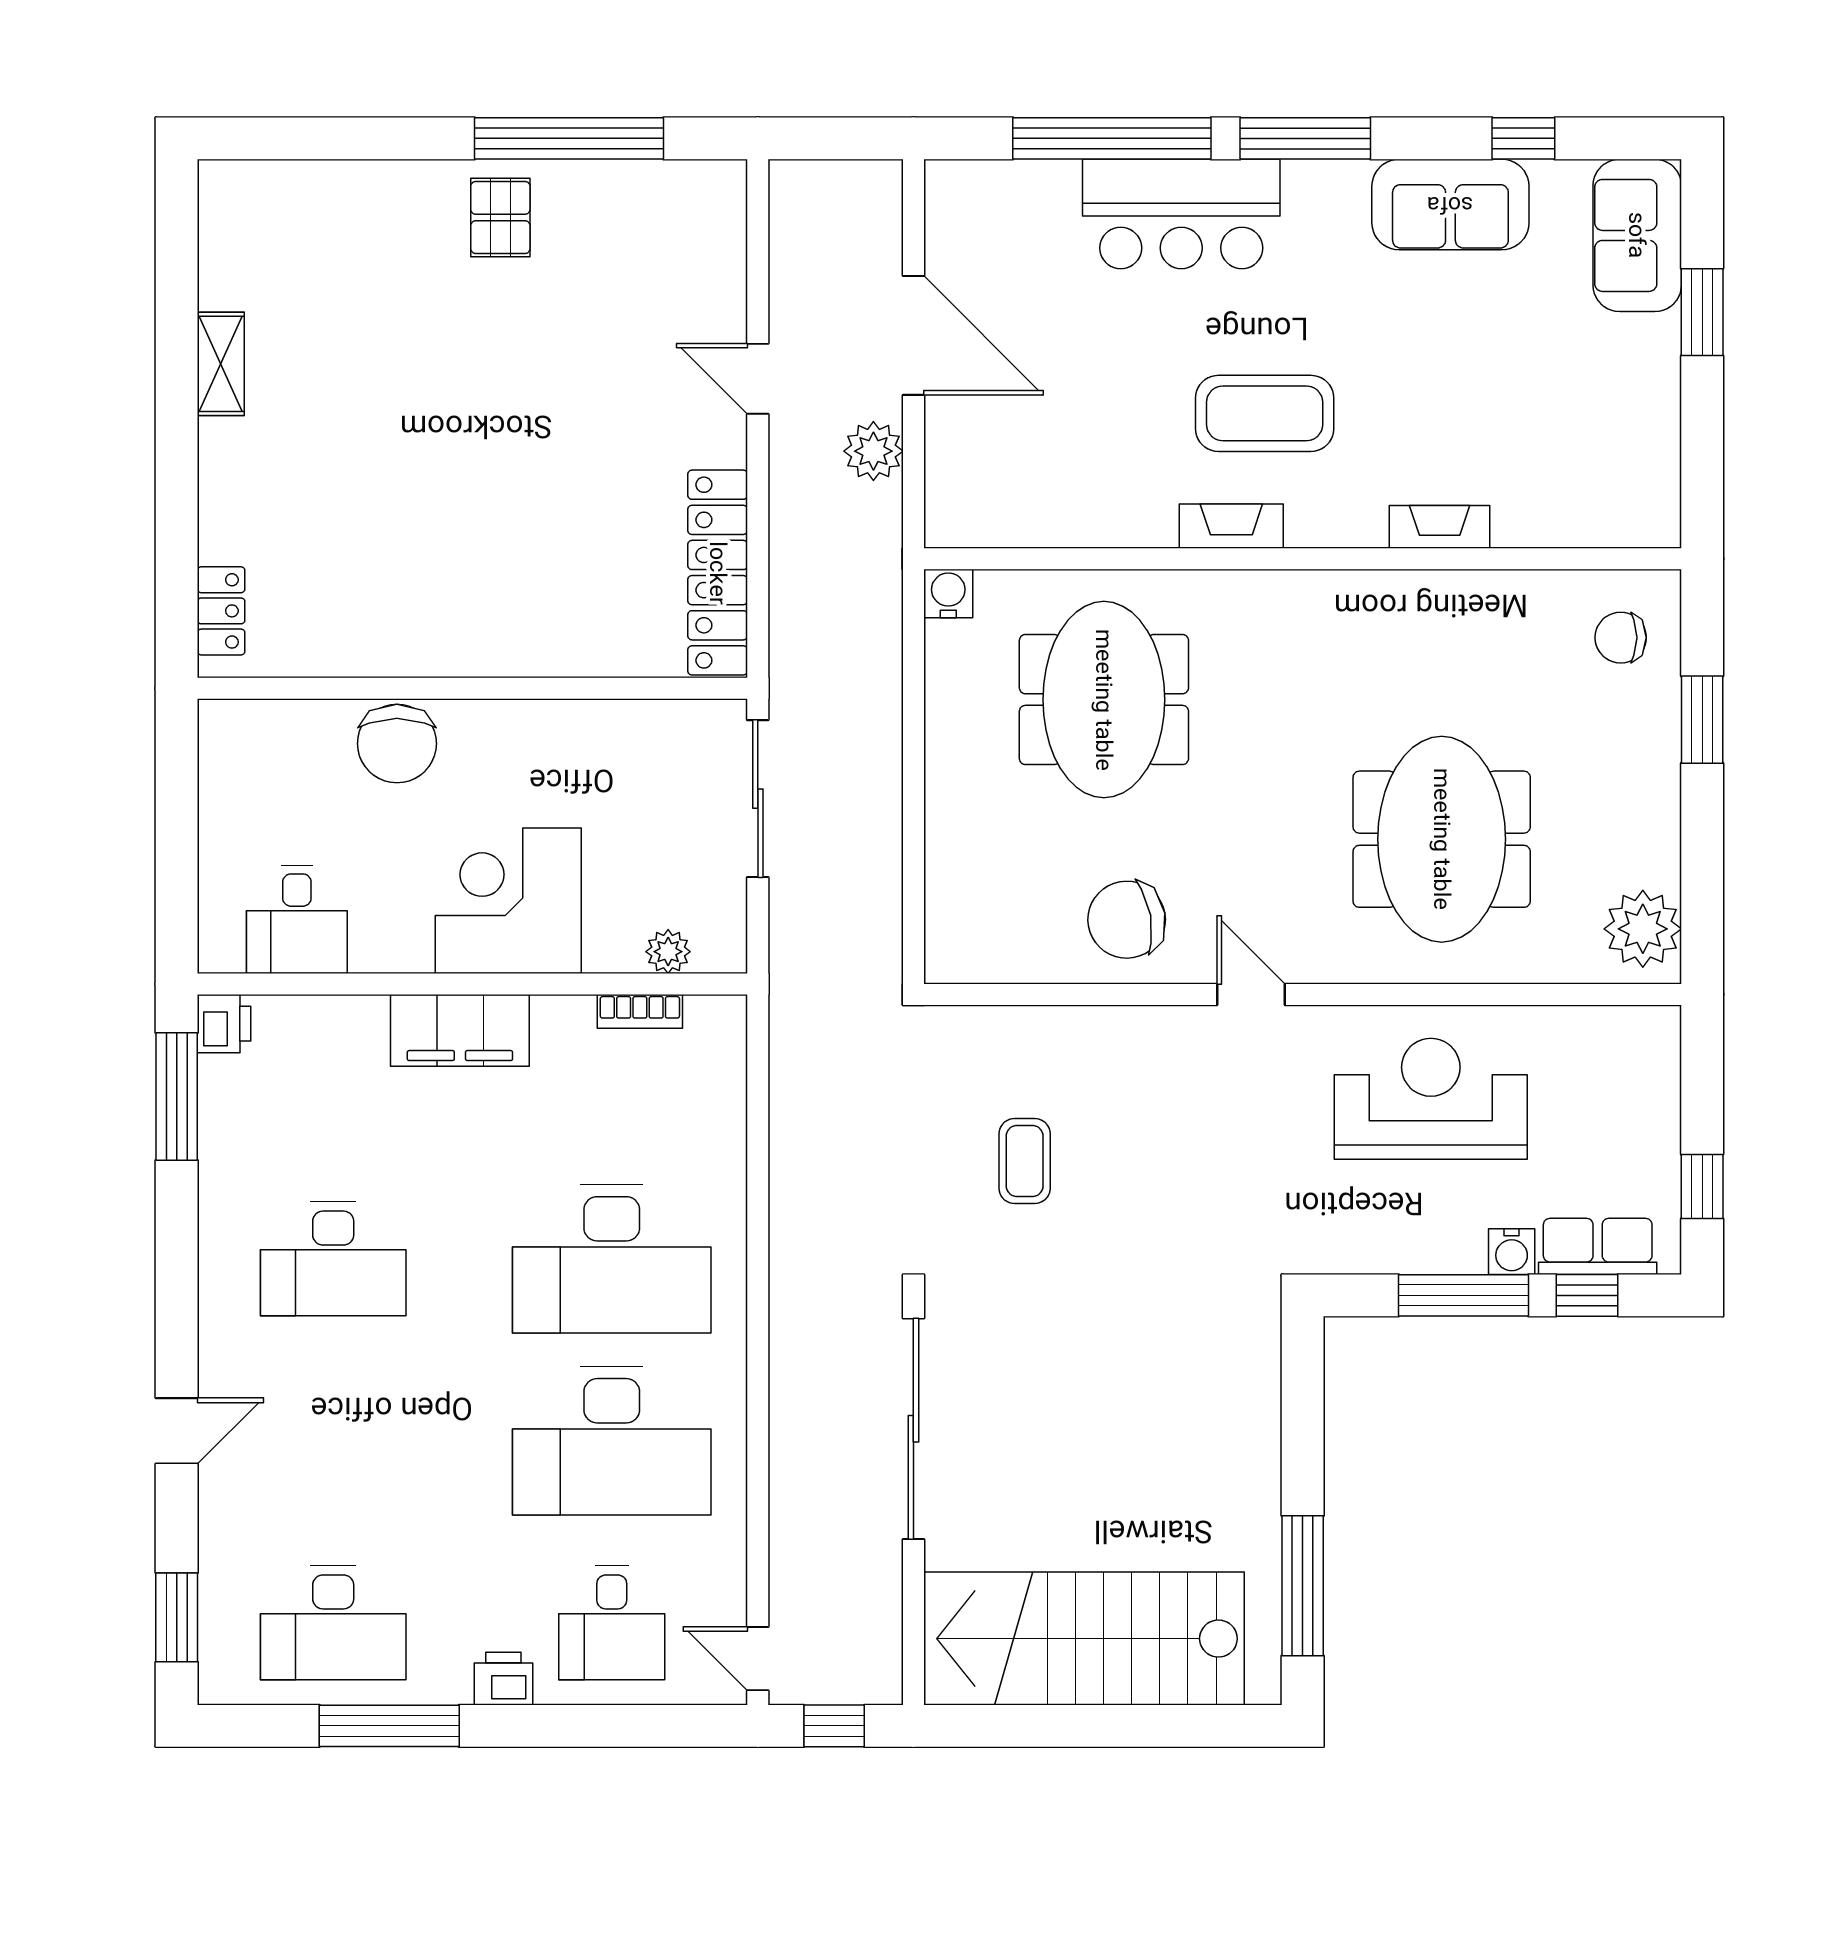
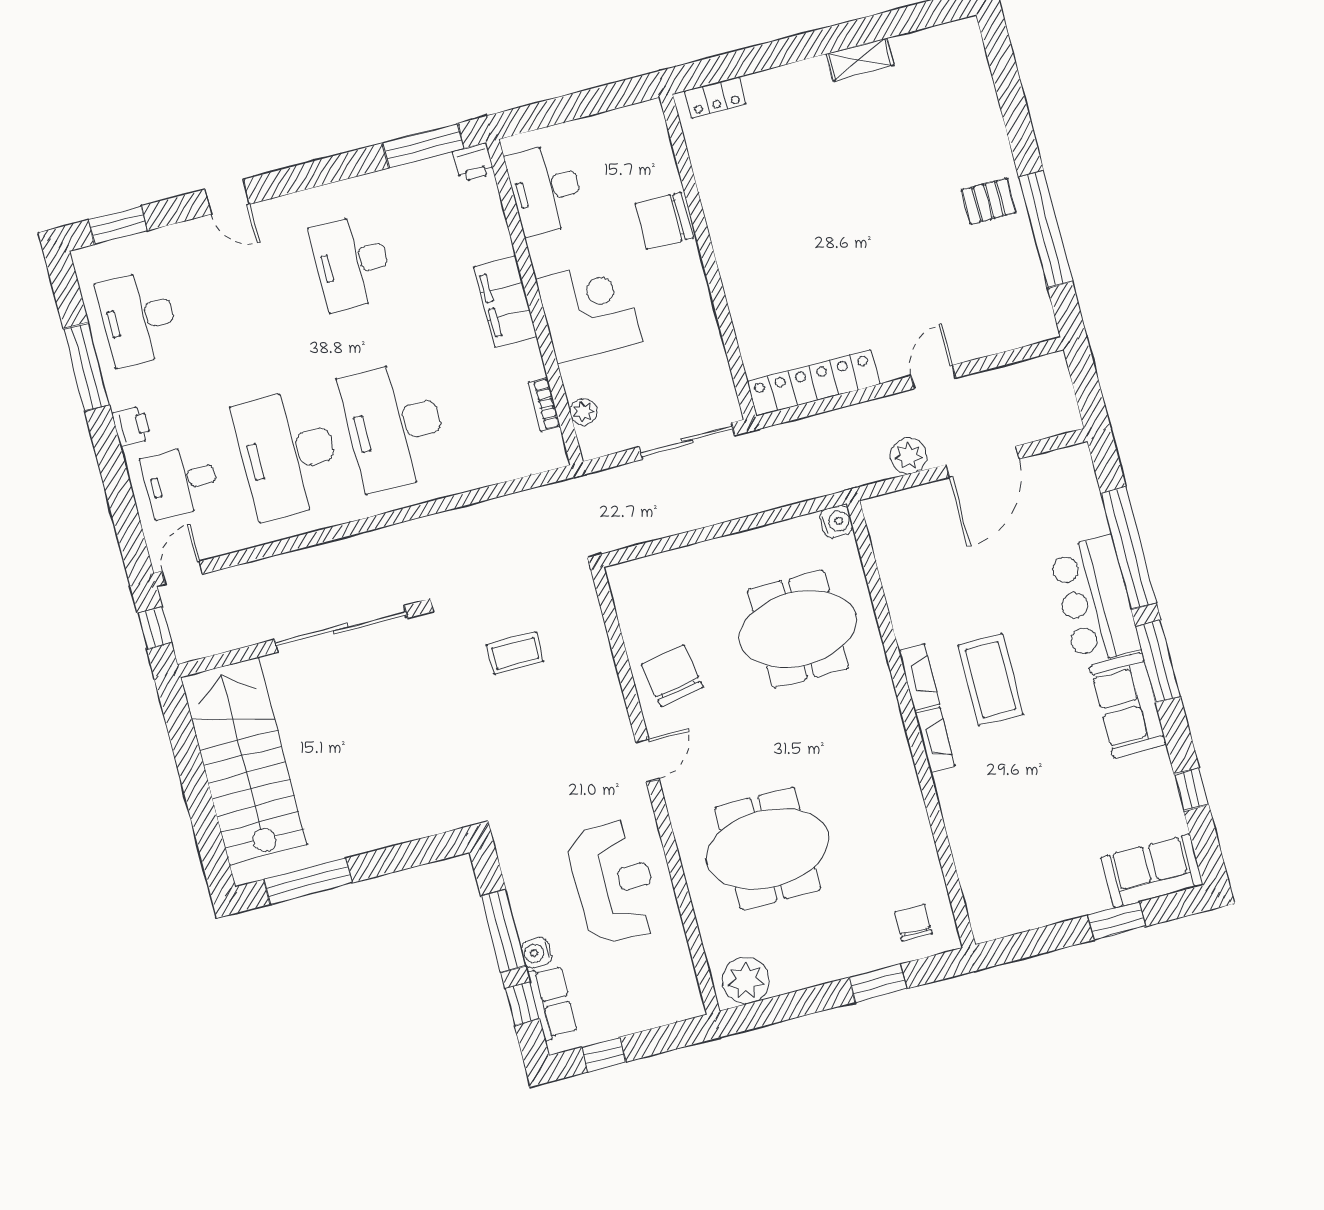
sofa: (1450, 205) -> (1128, 705), moved
fireplace: (1440, 527) -> (935, 740), moved
desk: (297, 919) -> (546, 189), width x1.37

